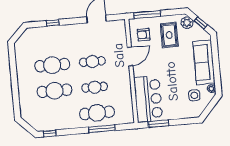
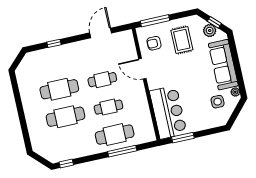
plant: (187, 23) -> (210, 31), moved
door: (130, 56) -> (142, 69), swing flipped

